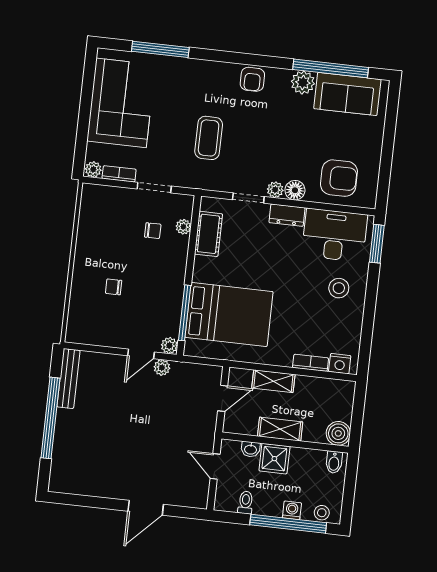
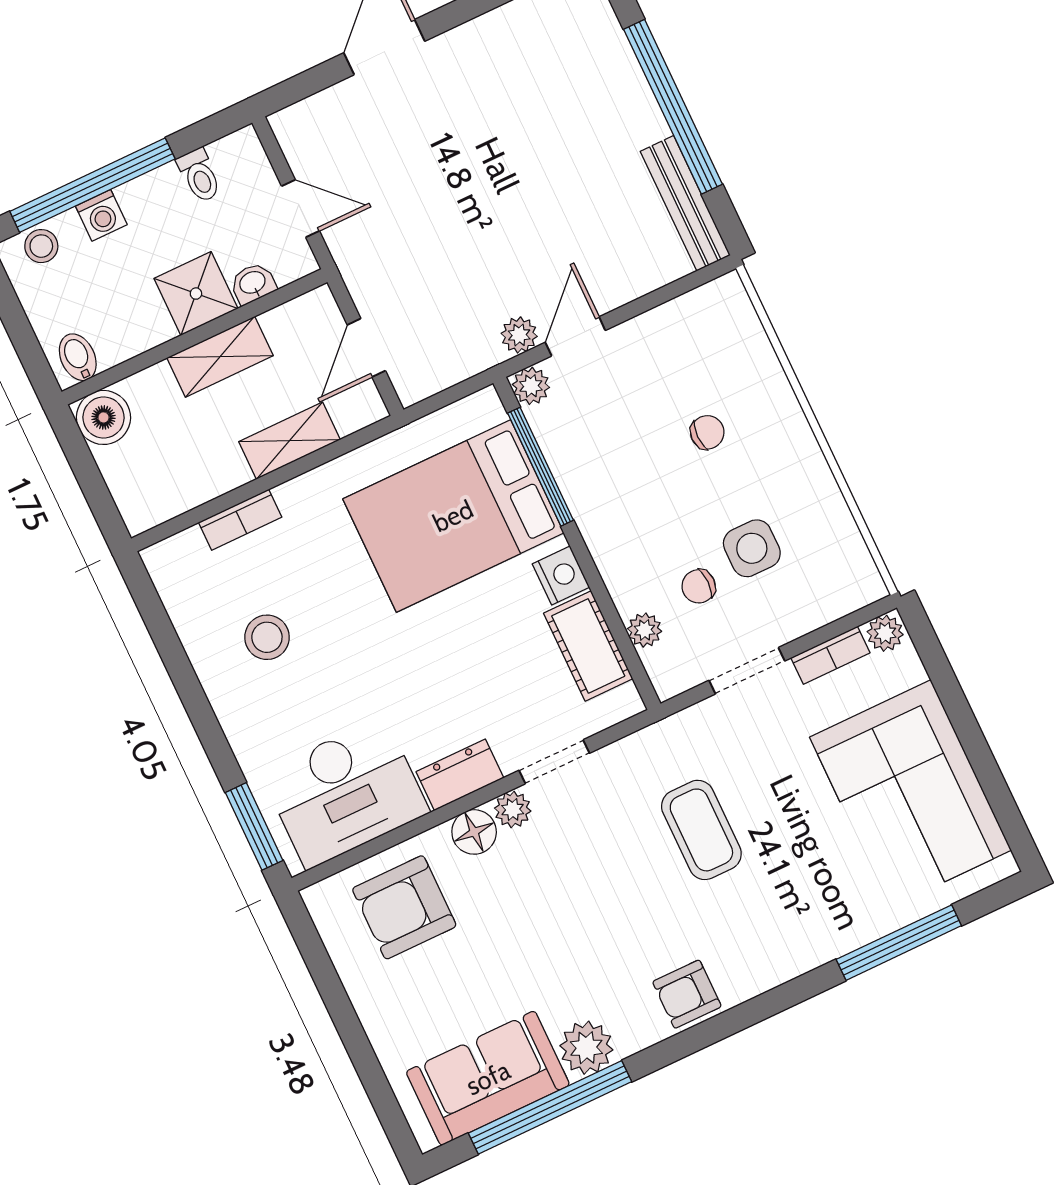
armchair: (252, 79) -> (687, 994), turned -90
side table: (124, 233) -> (752, 548), added
stool: (339, 288) -> (267, 637), moved
nightstand: (340, 364) -> (561, 575), moved, turned 90

